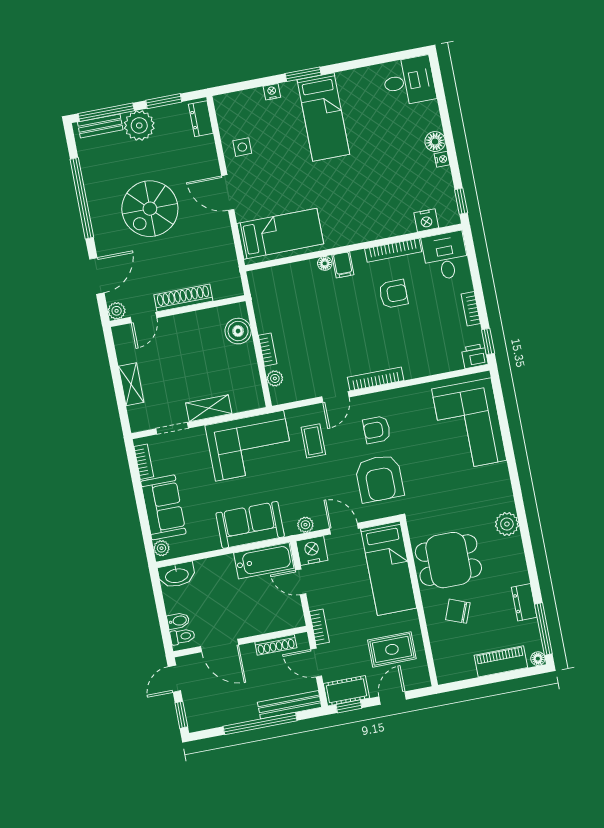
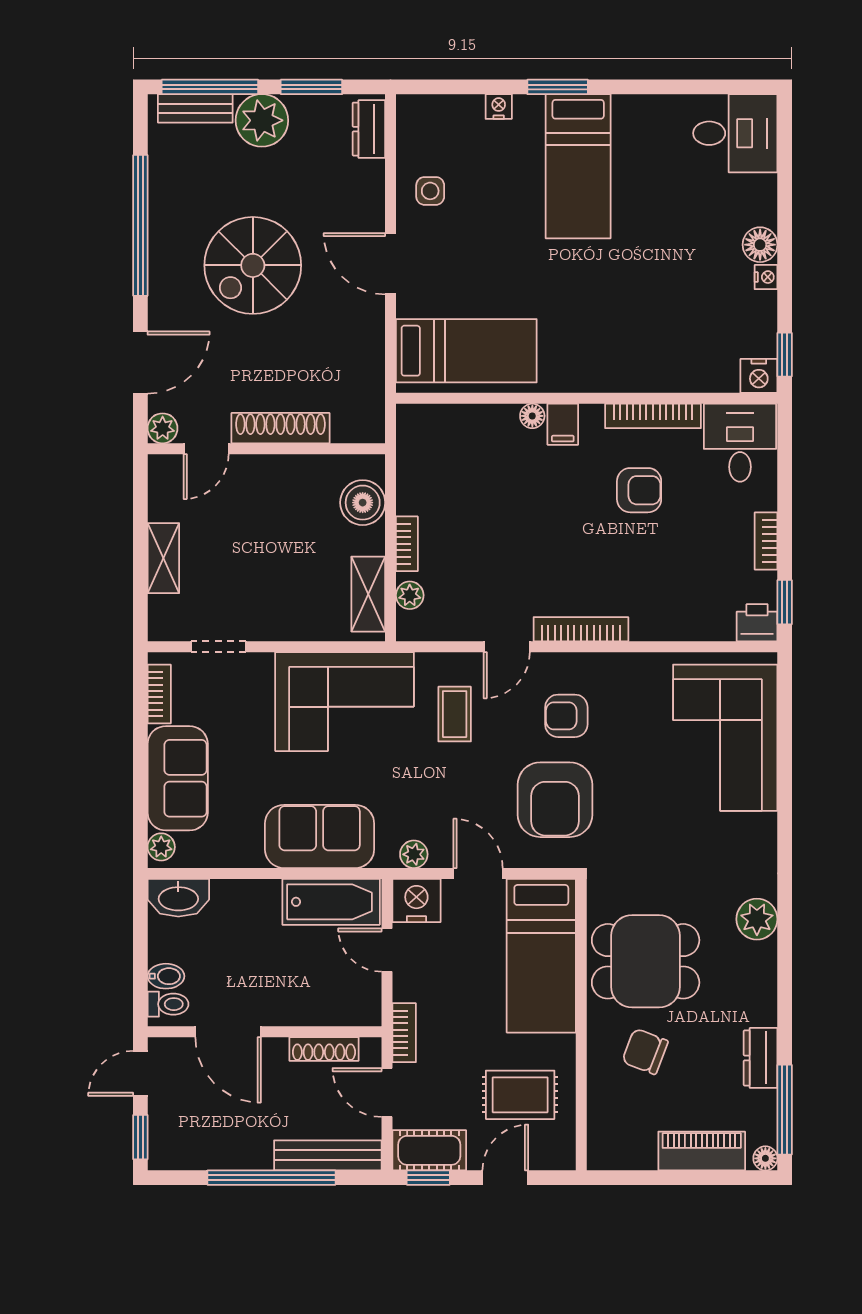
nightstand: (426, 220) -> (759, 376), moved
shelving: (209, 408) -> (368, 594), moved, turned 90

